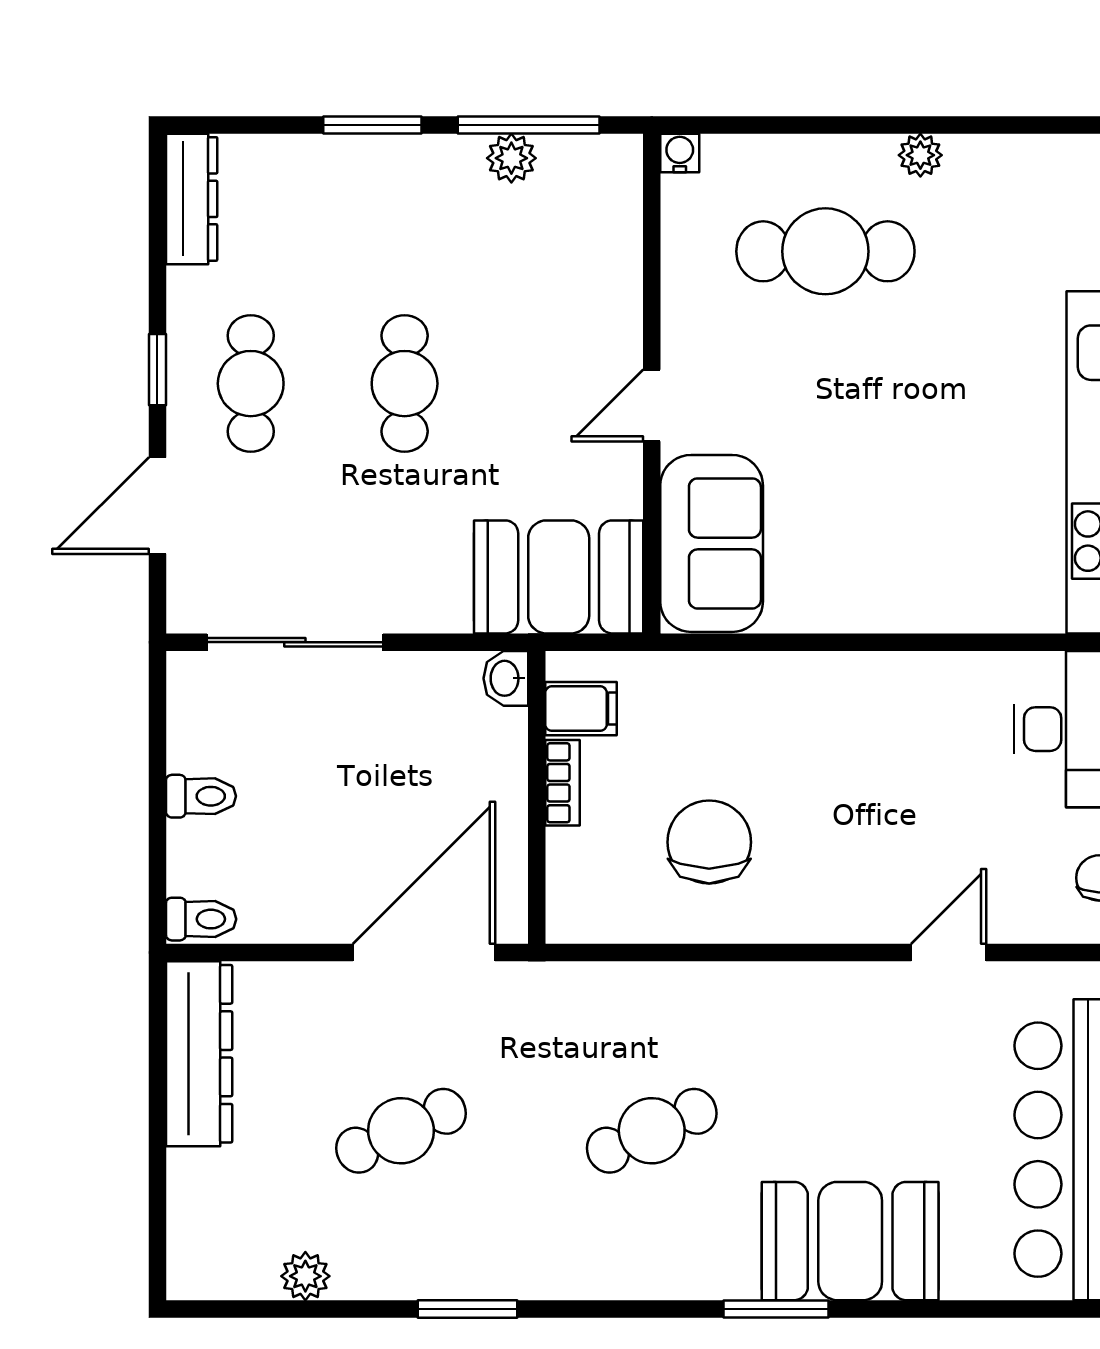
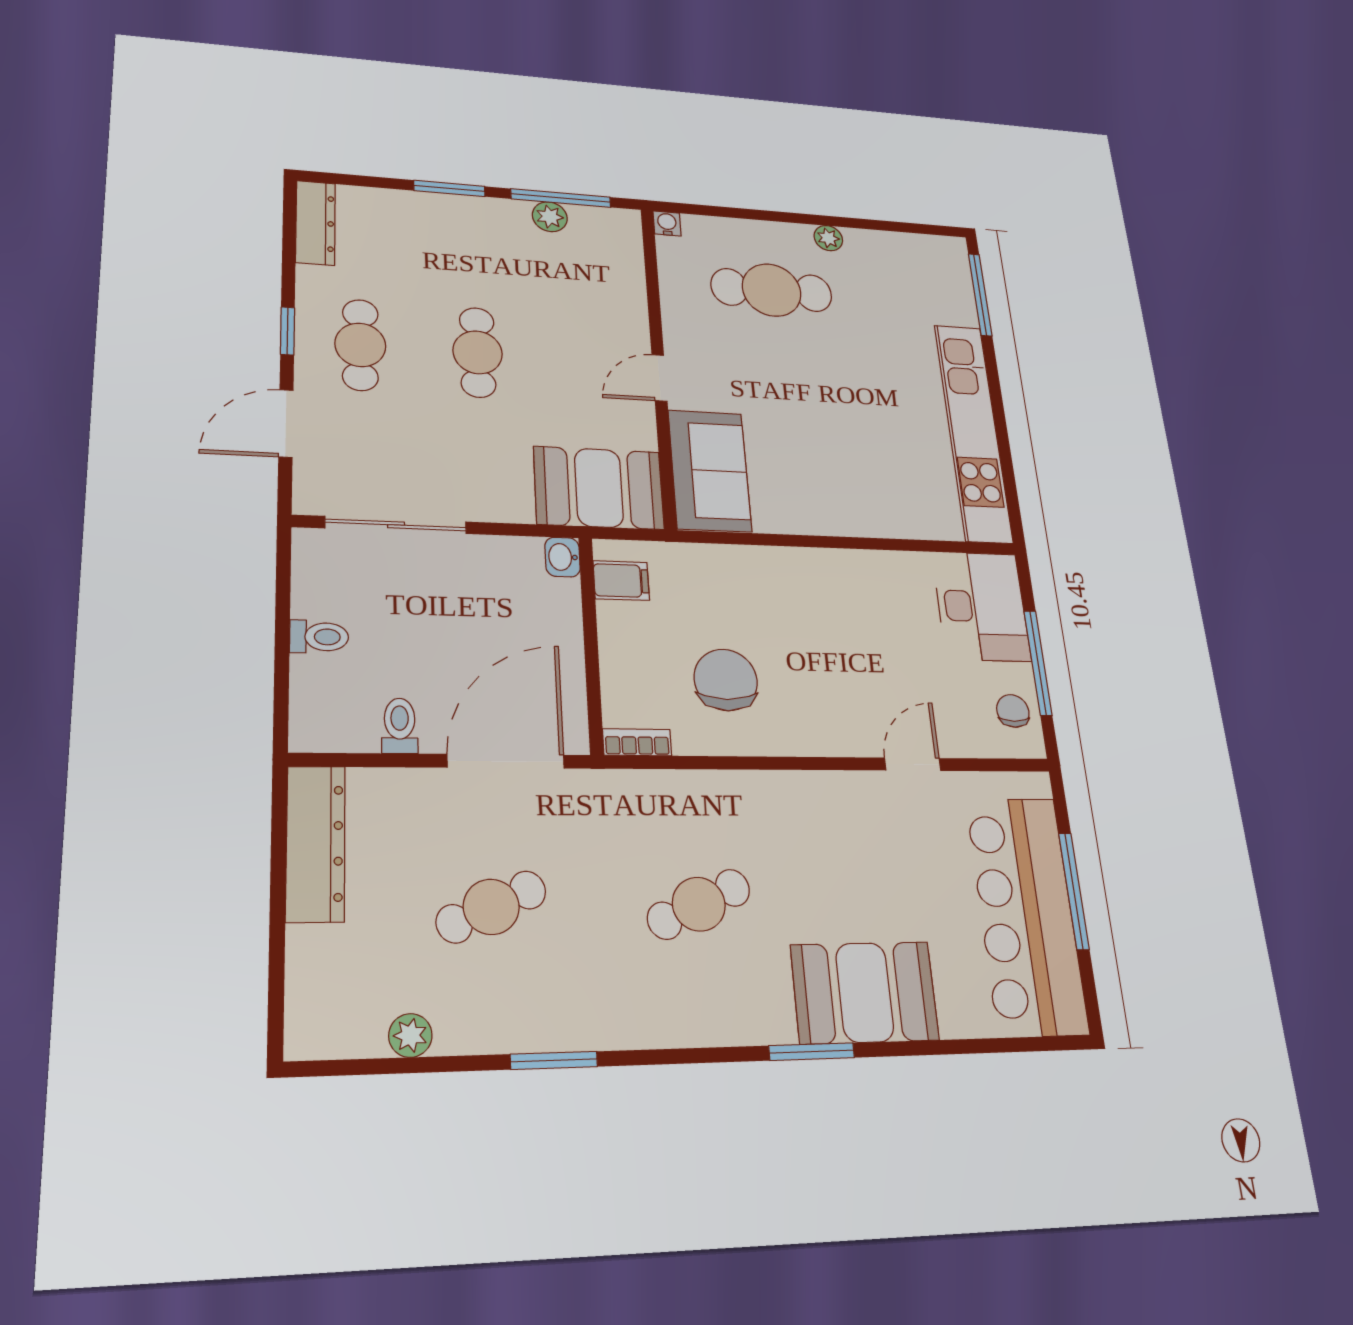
bookcase: (563, 783) -> (637, 742), moved, turned -90
toilet: (201, 919) -> (400, 726), moved, turned -90

